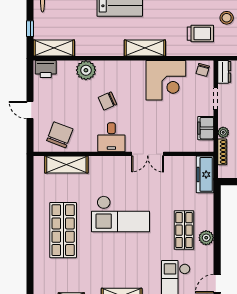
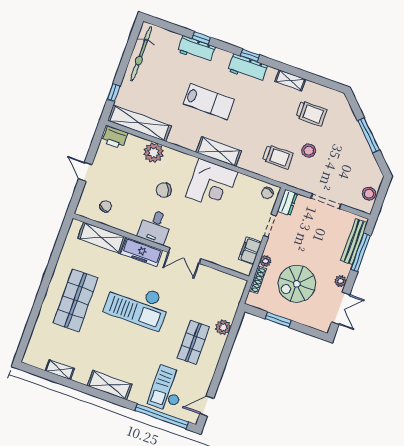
shelving: (54, 48) -> (139, 123), width x1.47
corner desk: (166, 80) -> (212, 184), moved
chair: (60, 135) -> (106, 206), width x0.54, depth x0.54
freezer: (205, 174) -> (142, 252), moved, turned -90
plant: (206, 238) -> (223, 327), moved

